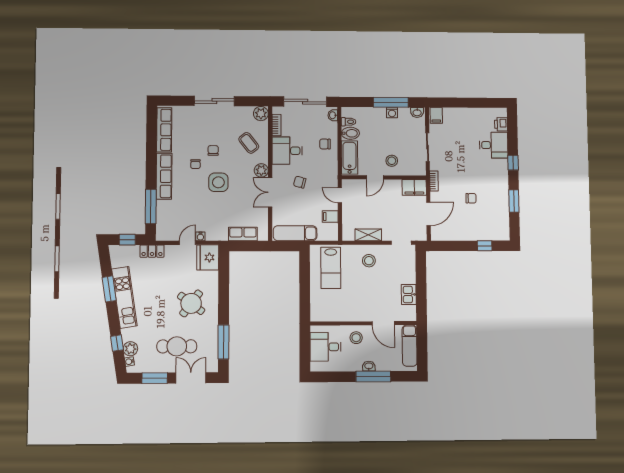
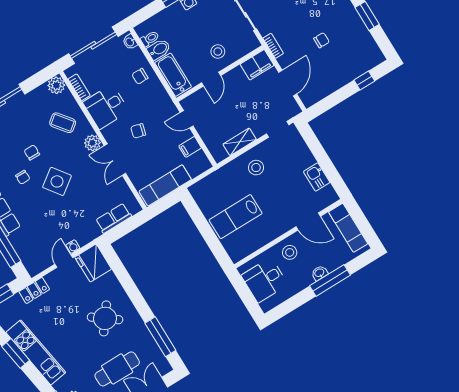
side table: (218, 182) -> (57, 181), turned -36
lab bench: (331, 268) -> (236, 217), moved, turned 90

